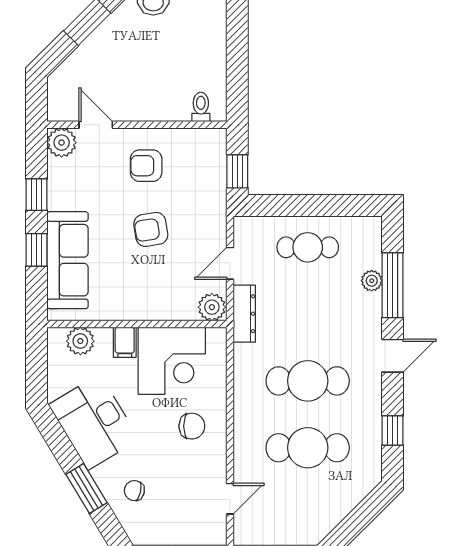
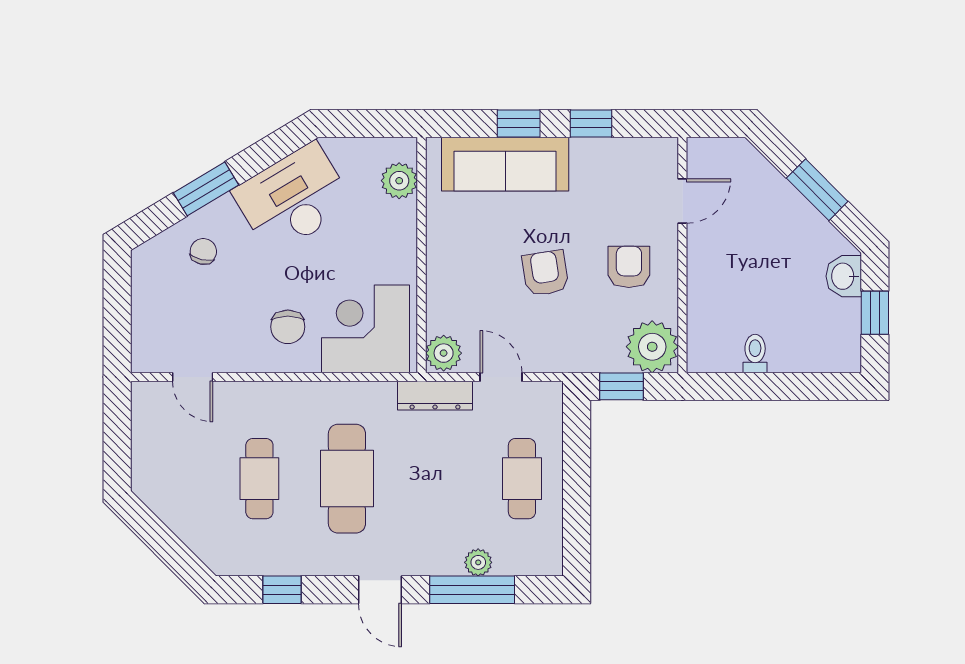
toilet: (201, 107) -> (755, 354), moved, turned -90
plant: (62, 143) -> (652, 347), moved, width x1.36, depth x1.36
filing cabinet: (125, 342) -> (398, 239), removed
corner desk: (172, 361) -> (365, 329), moved, turned 90
cafe table: (308, 448) -> (259, 479), width x0.73, depth x0.74

